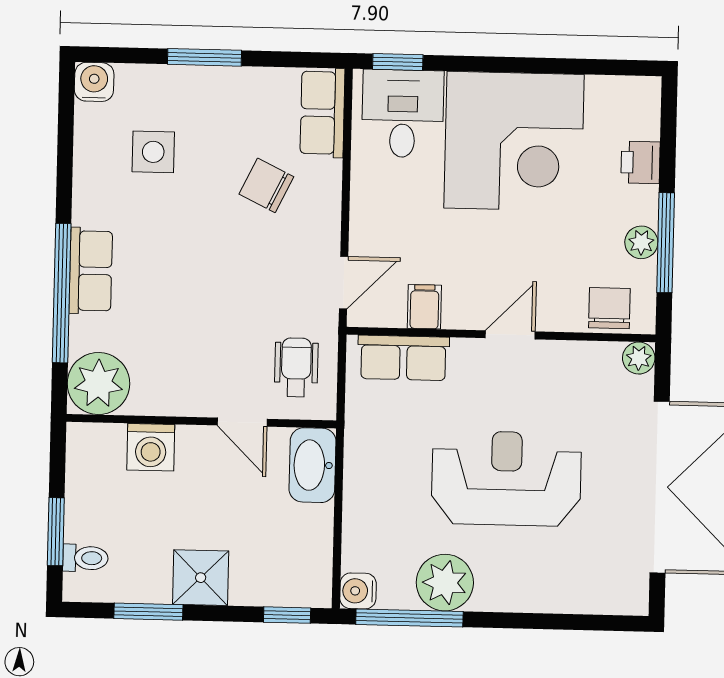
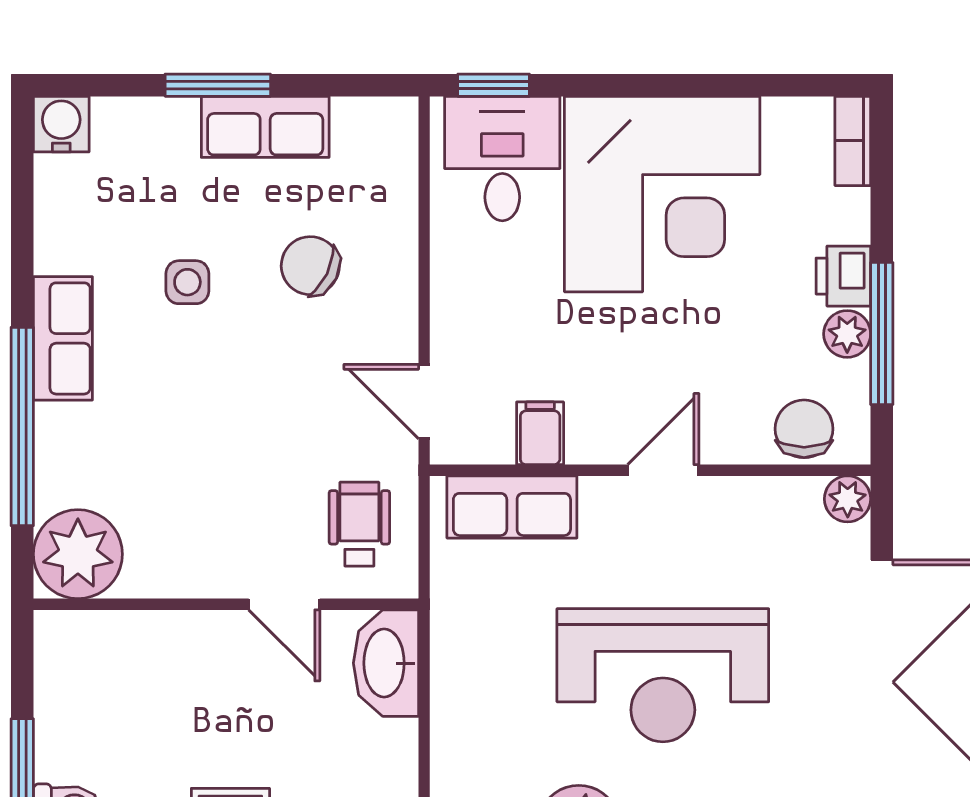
bookcase: (649, 107) -> (853, 141), added
row of seats: (323, 113) -> (265, 127), moved, turned -90
side table: (153, 152) -> (187, 282), moved, width x0.73, depth x0.73
printer: (641, 162) -> (843, 276), moved
row of seats: (91, 271) -> (63, 338), moved
door: (344, 283) -> (424, 402), swing flipped
washing machine: (151, 447) -> (155, 643), removed
reception desk: (506, 478) -> (663, 675), turned 180

